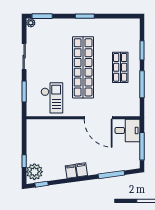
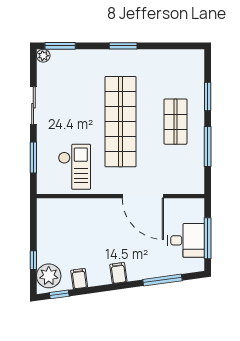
desk: (127, 130) -> (186, 240), moved
filing cabinet: (71, 171) -> (79, 279), moved

